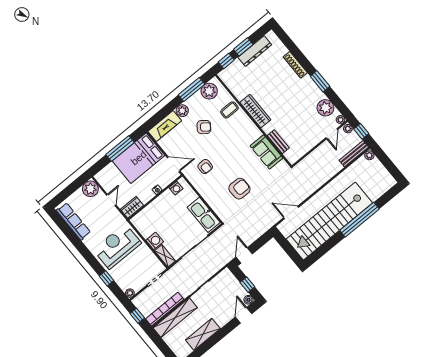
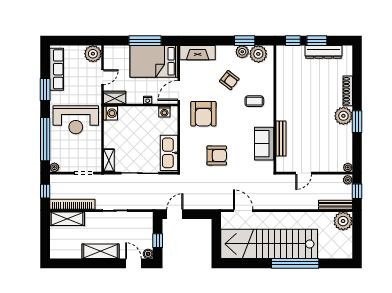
window: (192, 90) -> (245, 41), width x0.69
plant: (325, 108) -> (343, 116), moved
coffee table: (229, 110) -> (254, 101), moved
plant: (182, 111) -> (242, 52), moved
wardrobe: (255, 111) -> (283, 102), removed
door: (332, 134) -> (304, 173), moved
bench: (278, 142) -> (281, 138), width x1.36
plant: (369, 155) -> (343, 221), width x1.87, depth x1.87
door: (174, 164) -> (179, 90), swing flipped
armchair: (205, 167) -> (203, 114), width x1.88, depth x1.88
washing machine: (155, 241) -> (111, 113), moved
window: (77, 243) -> (45, 89), added
reception desk: (117, 246) -> (76, 120), turned 180
window: (107, 278) -> (45, 139), width x3.17
door: (244, 315) -> (133, 263), hinge flipped
shelving: (175, 318) -> (67, 219), width x0.68
shelving: (203, 334) -> (100, 251), moved

